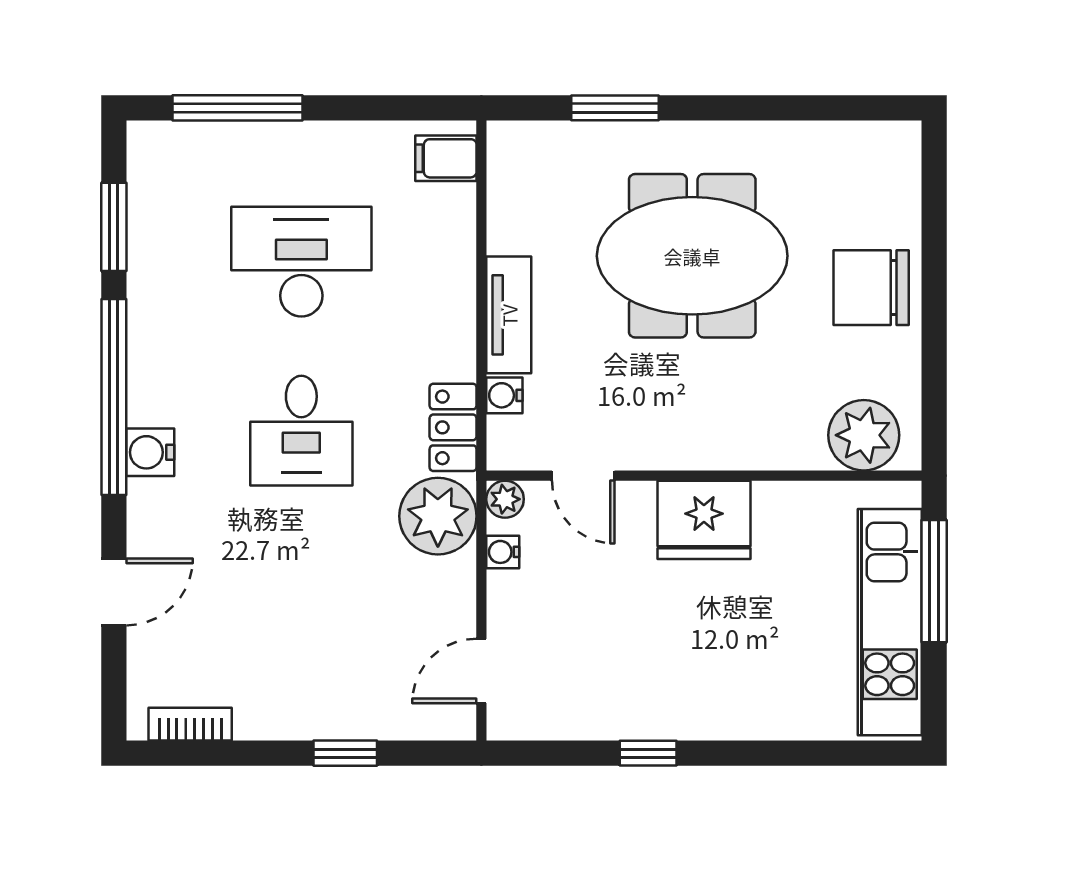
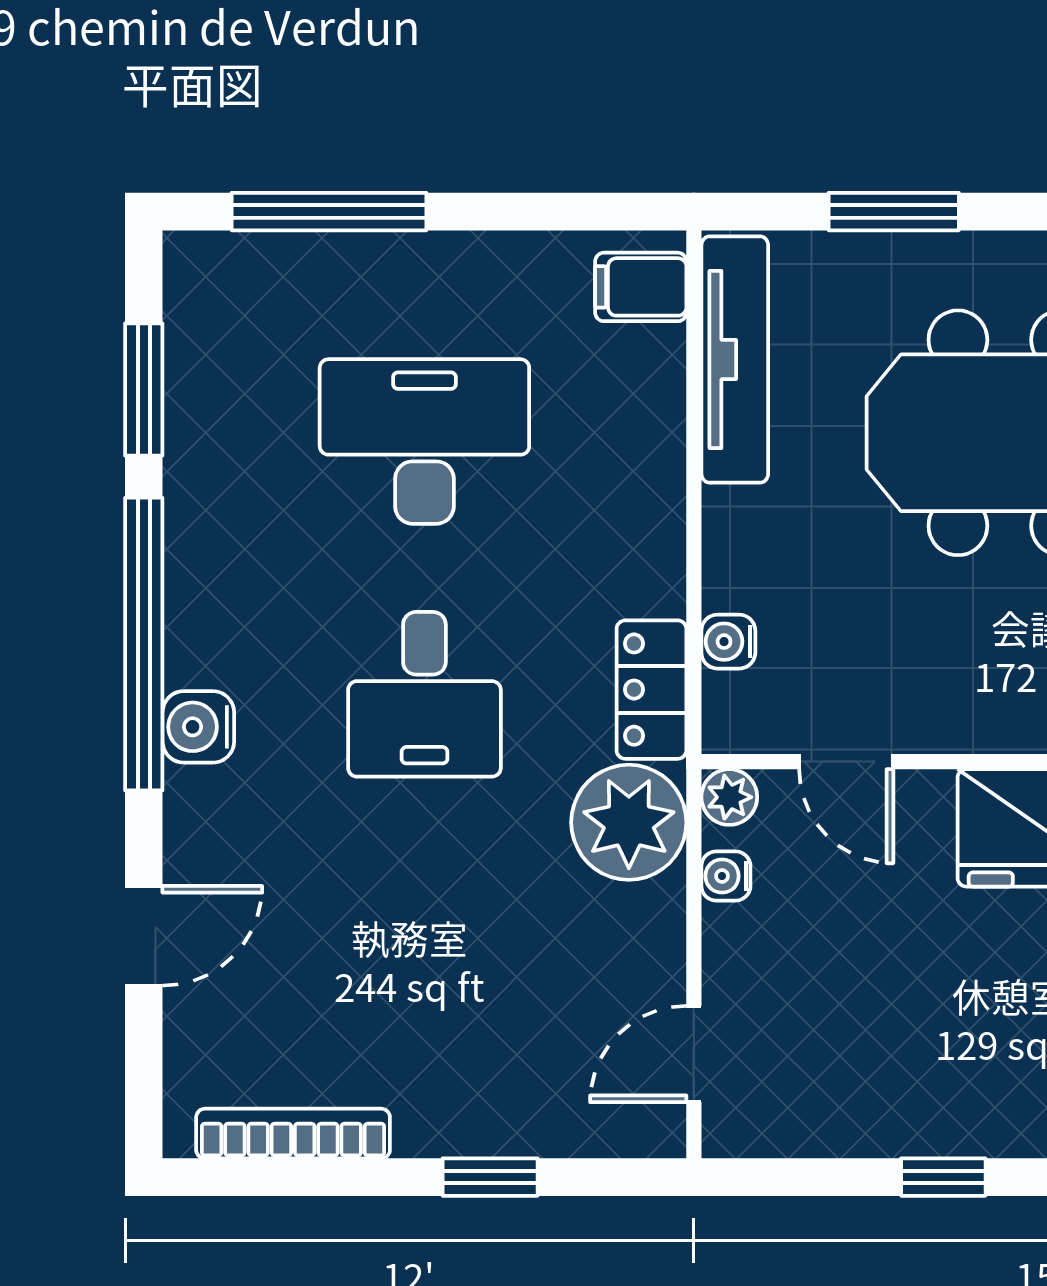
tv unit: (509, 315) -> (735, 359), moved, width x1.41
bookcase: (190, 724) -> (293, 1134), width x1.56

